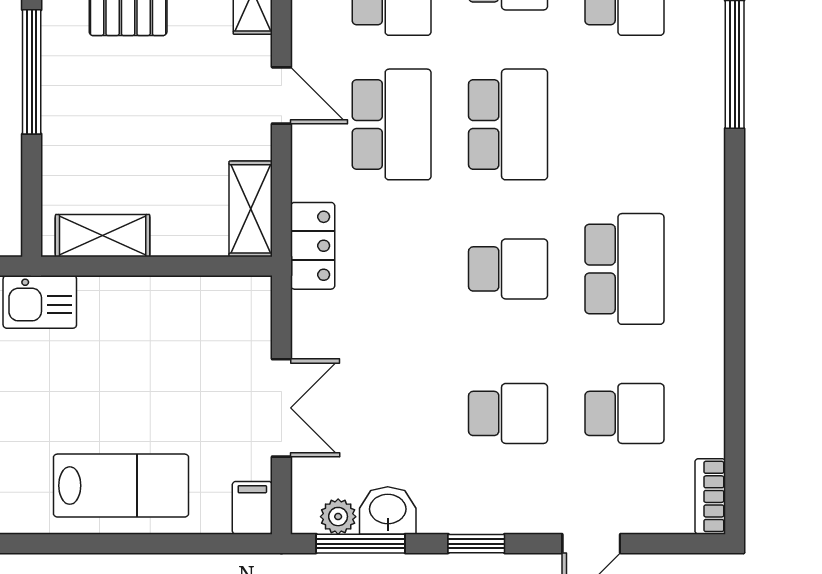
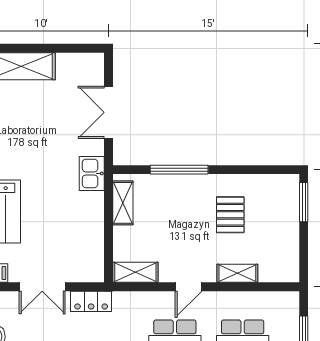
window: (32, 72) -> (179, 170), moved
locker: (313, 246) -> (91, 301), moved

